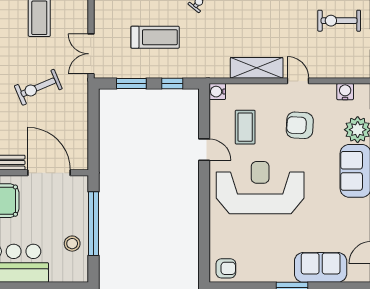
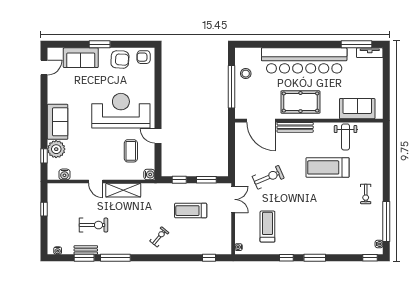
exercise bike: (339, 21) -> (93, 225), moved
armchair: (300, 125) -> (120, 59), moved
reception desk: (260, 188) -> (121, 111), turned 180

